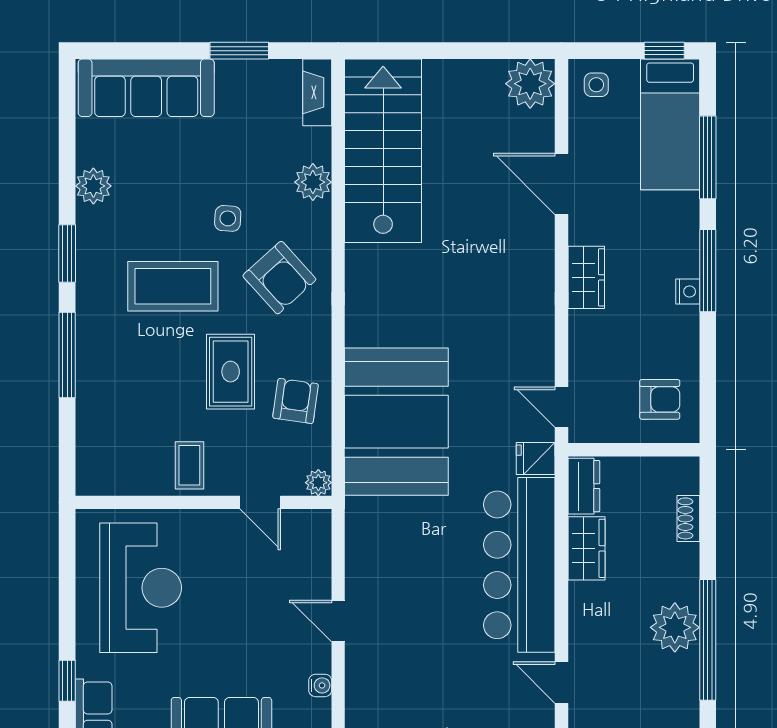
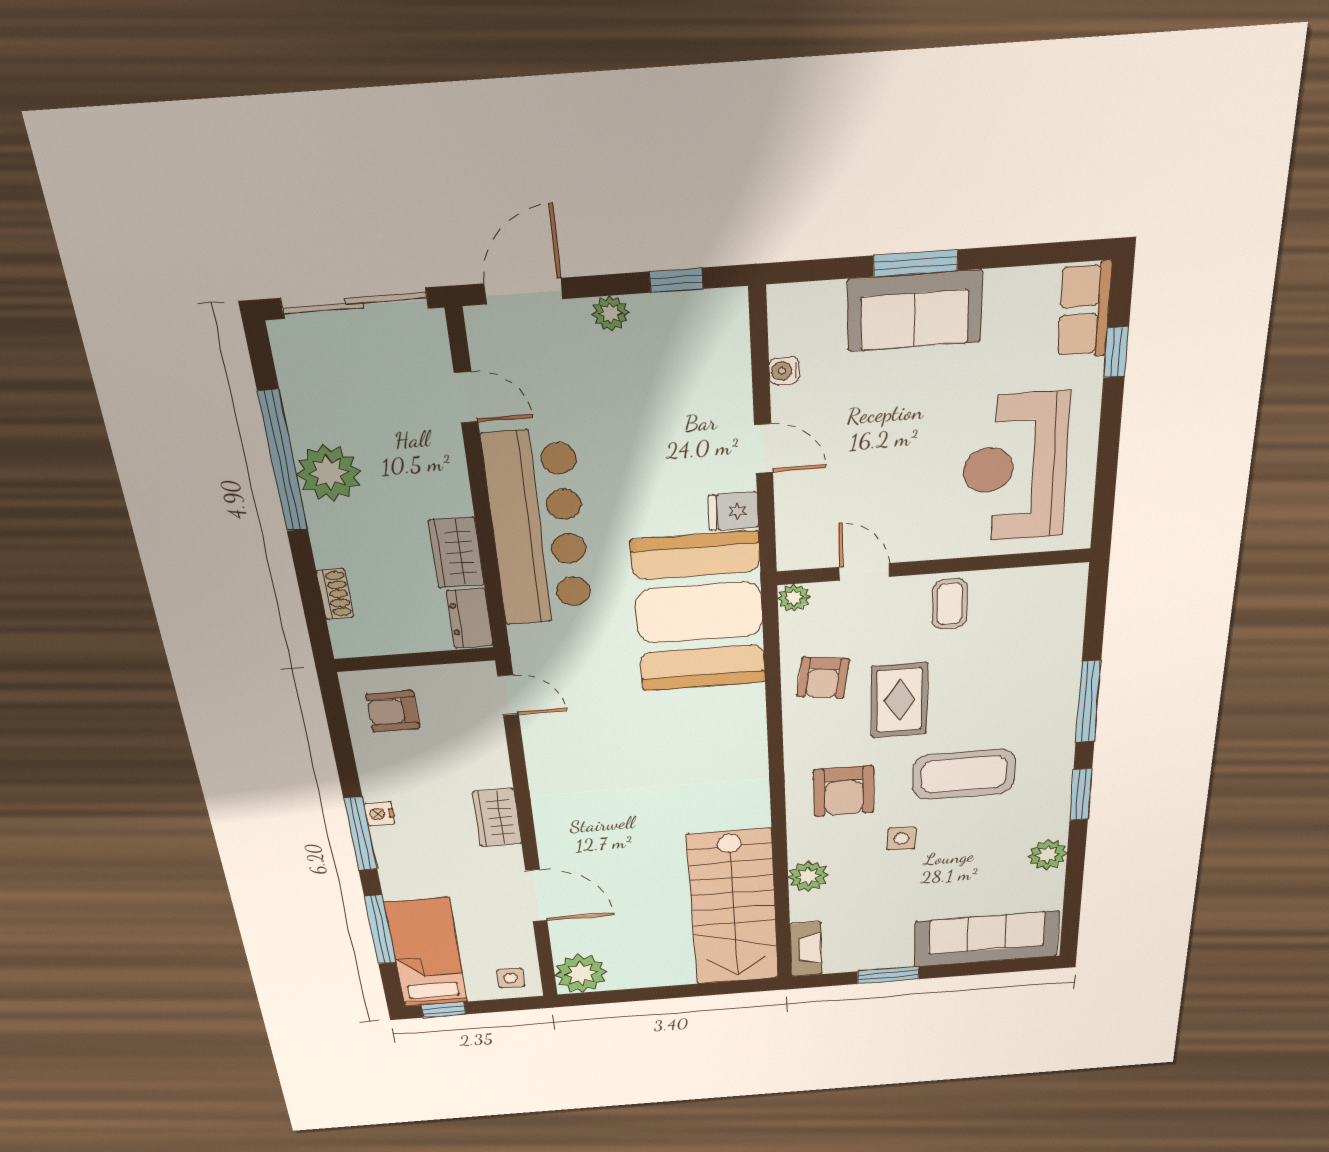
armchair: (279, 278) -> (844, 791), turned -138
booth: (396, 422) -> (699, 613), moved
fridge: (536, 459) -> (734, 511), moved, turned 180

